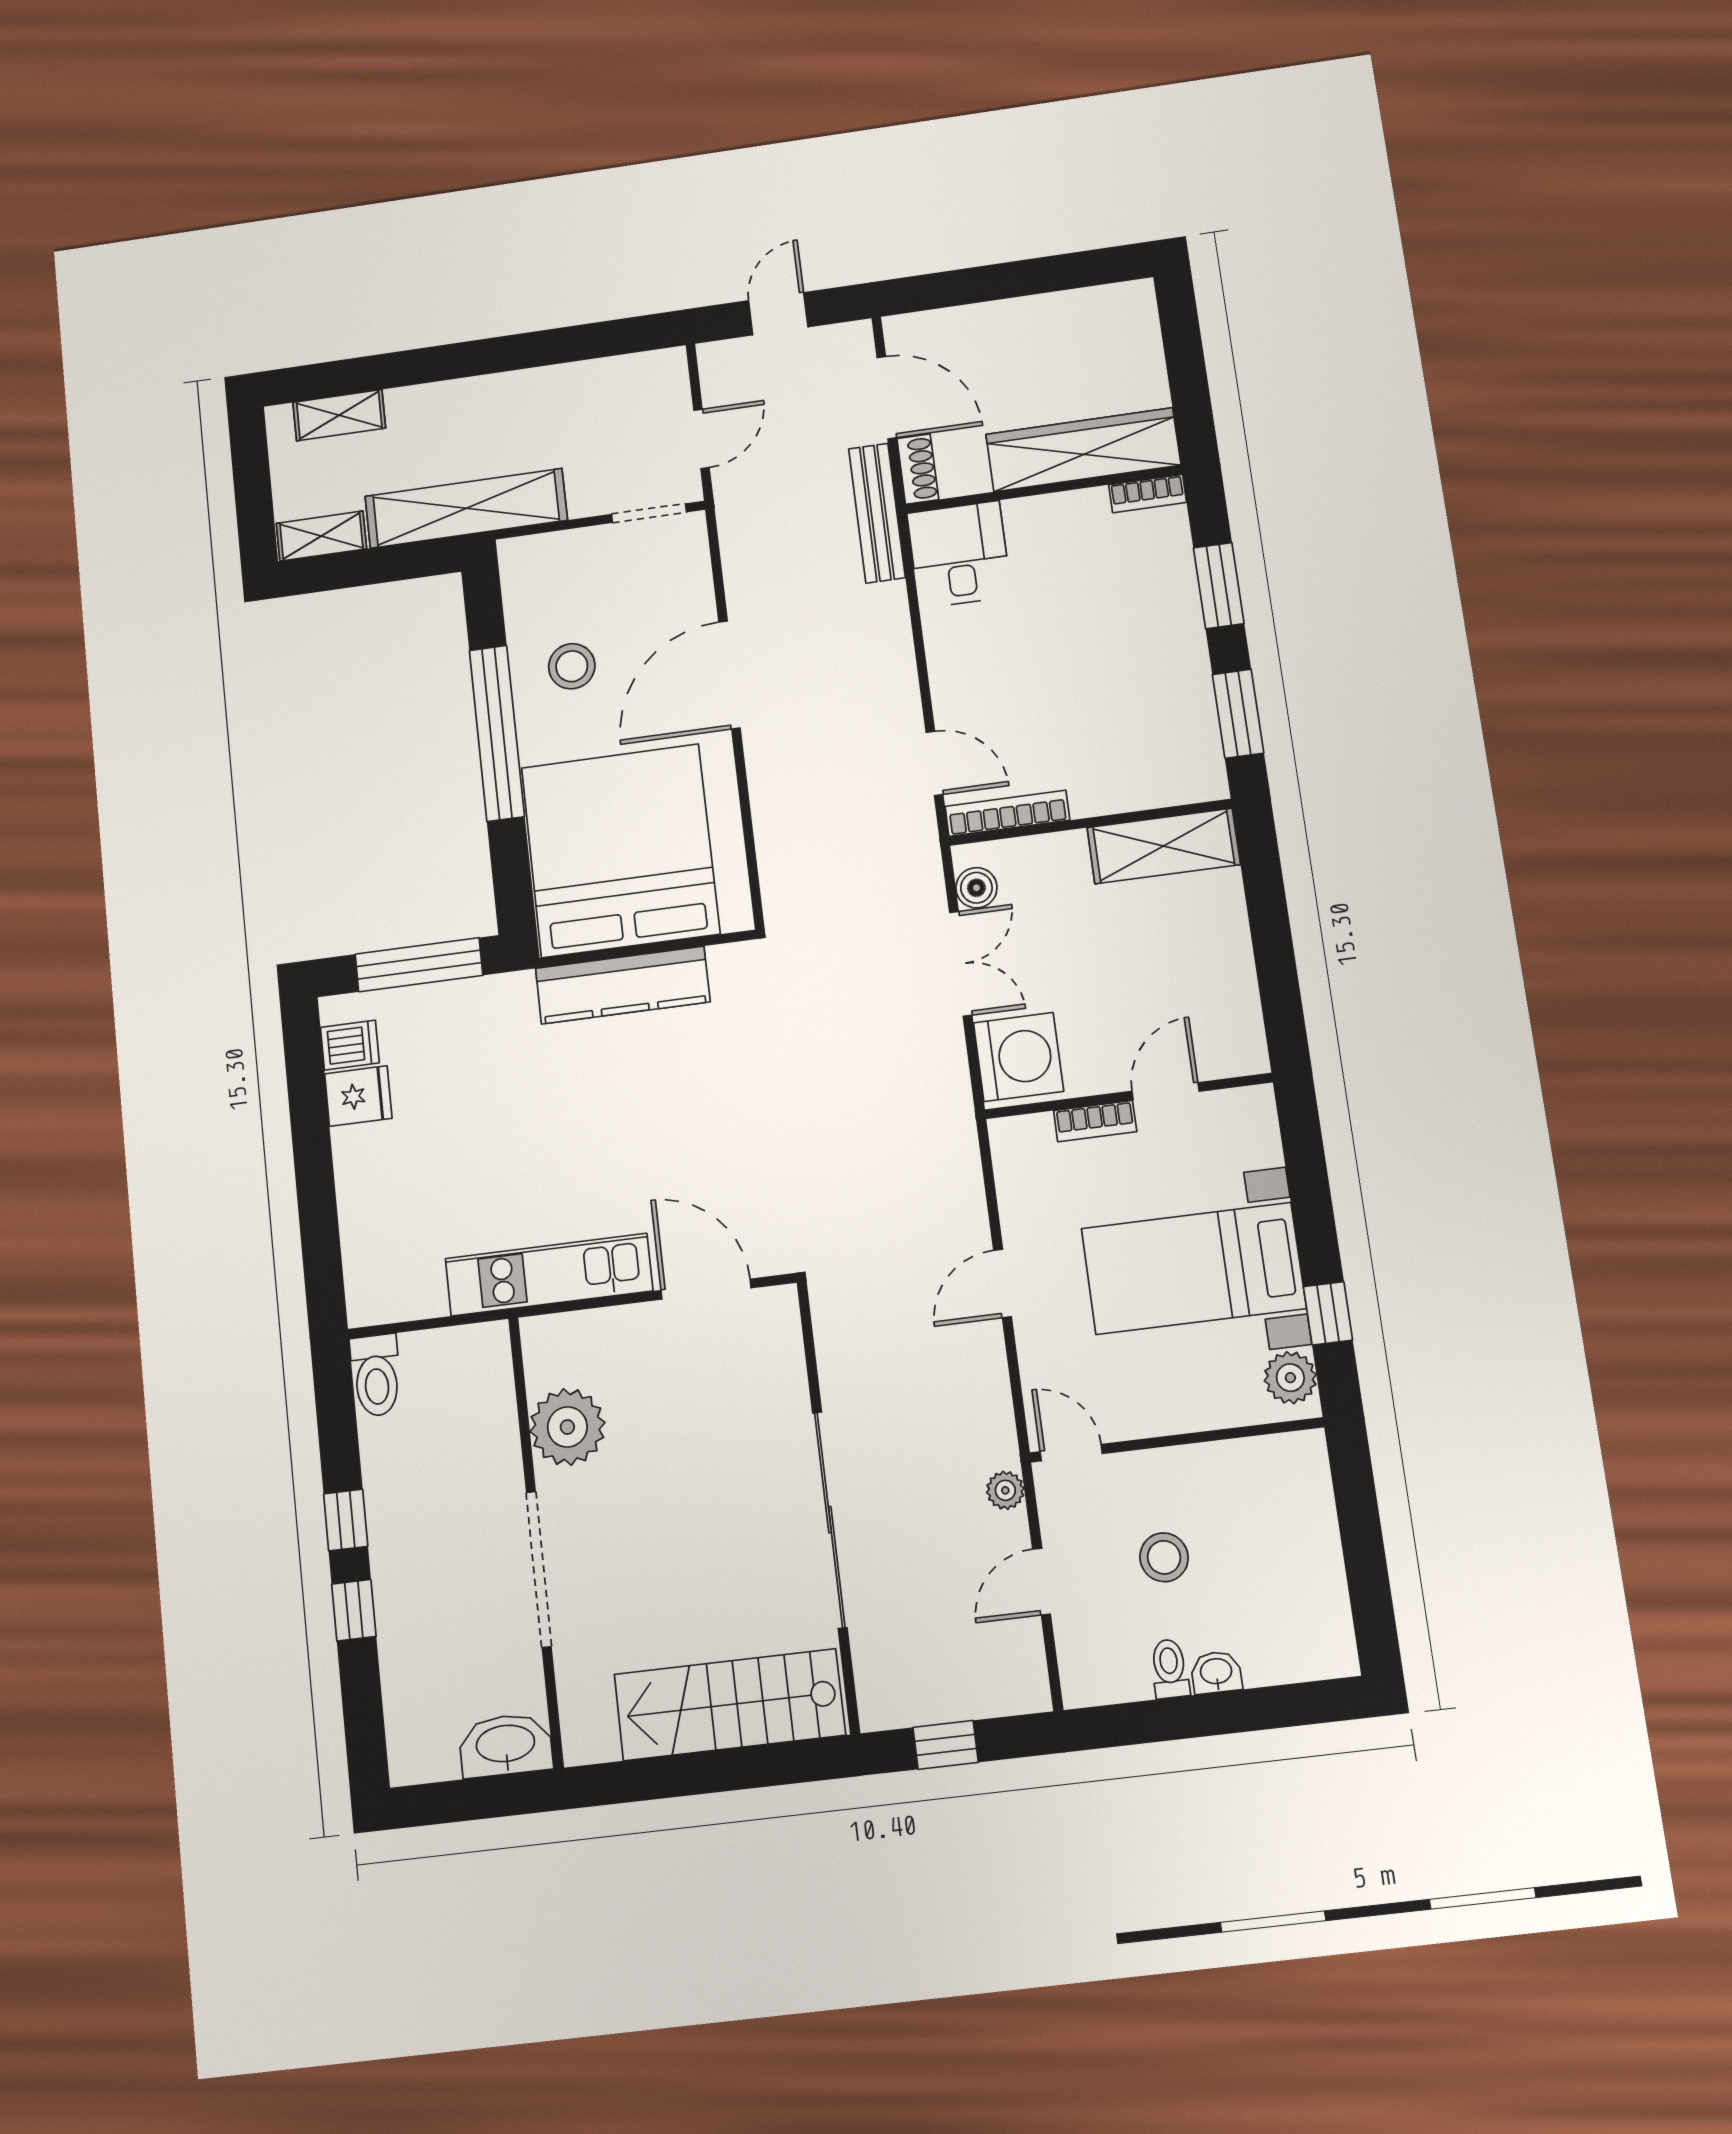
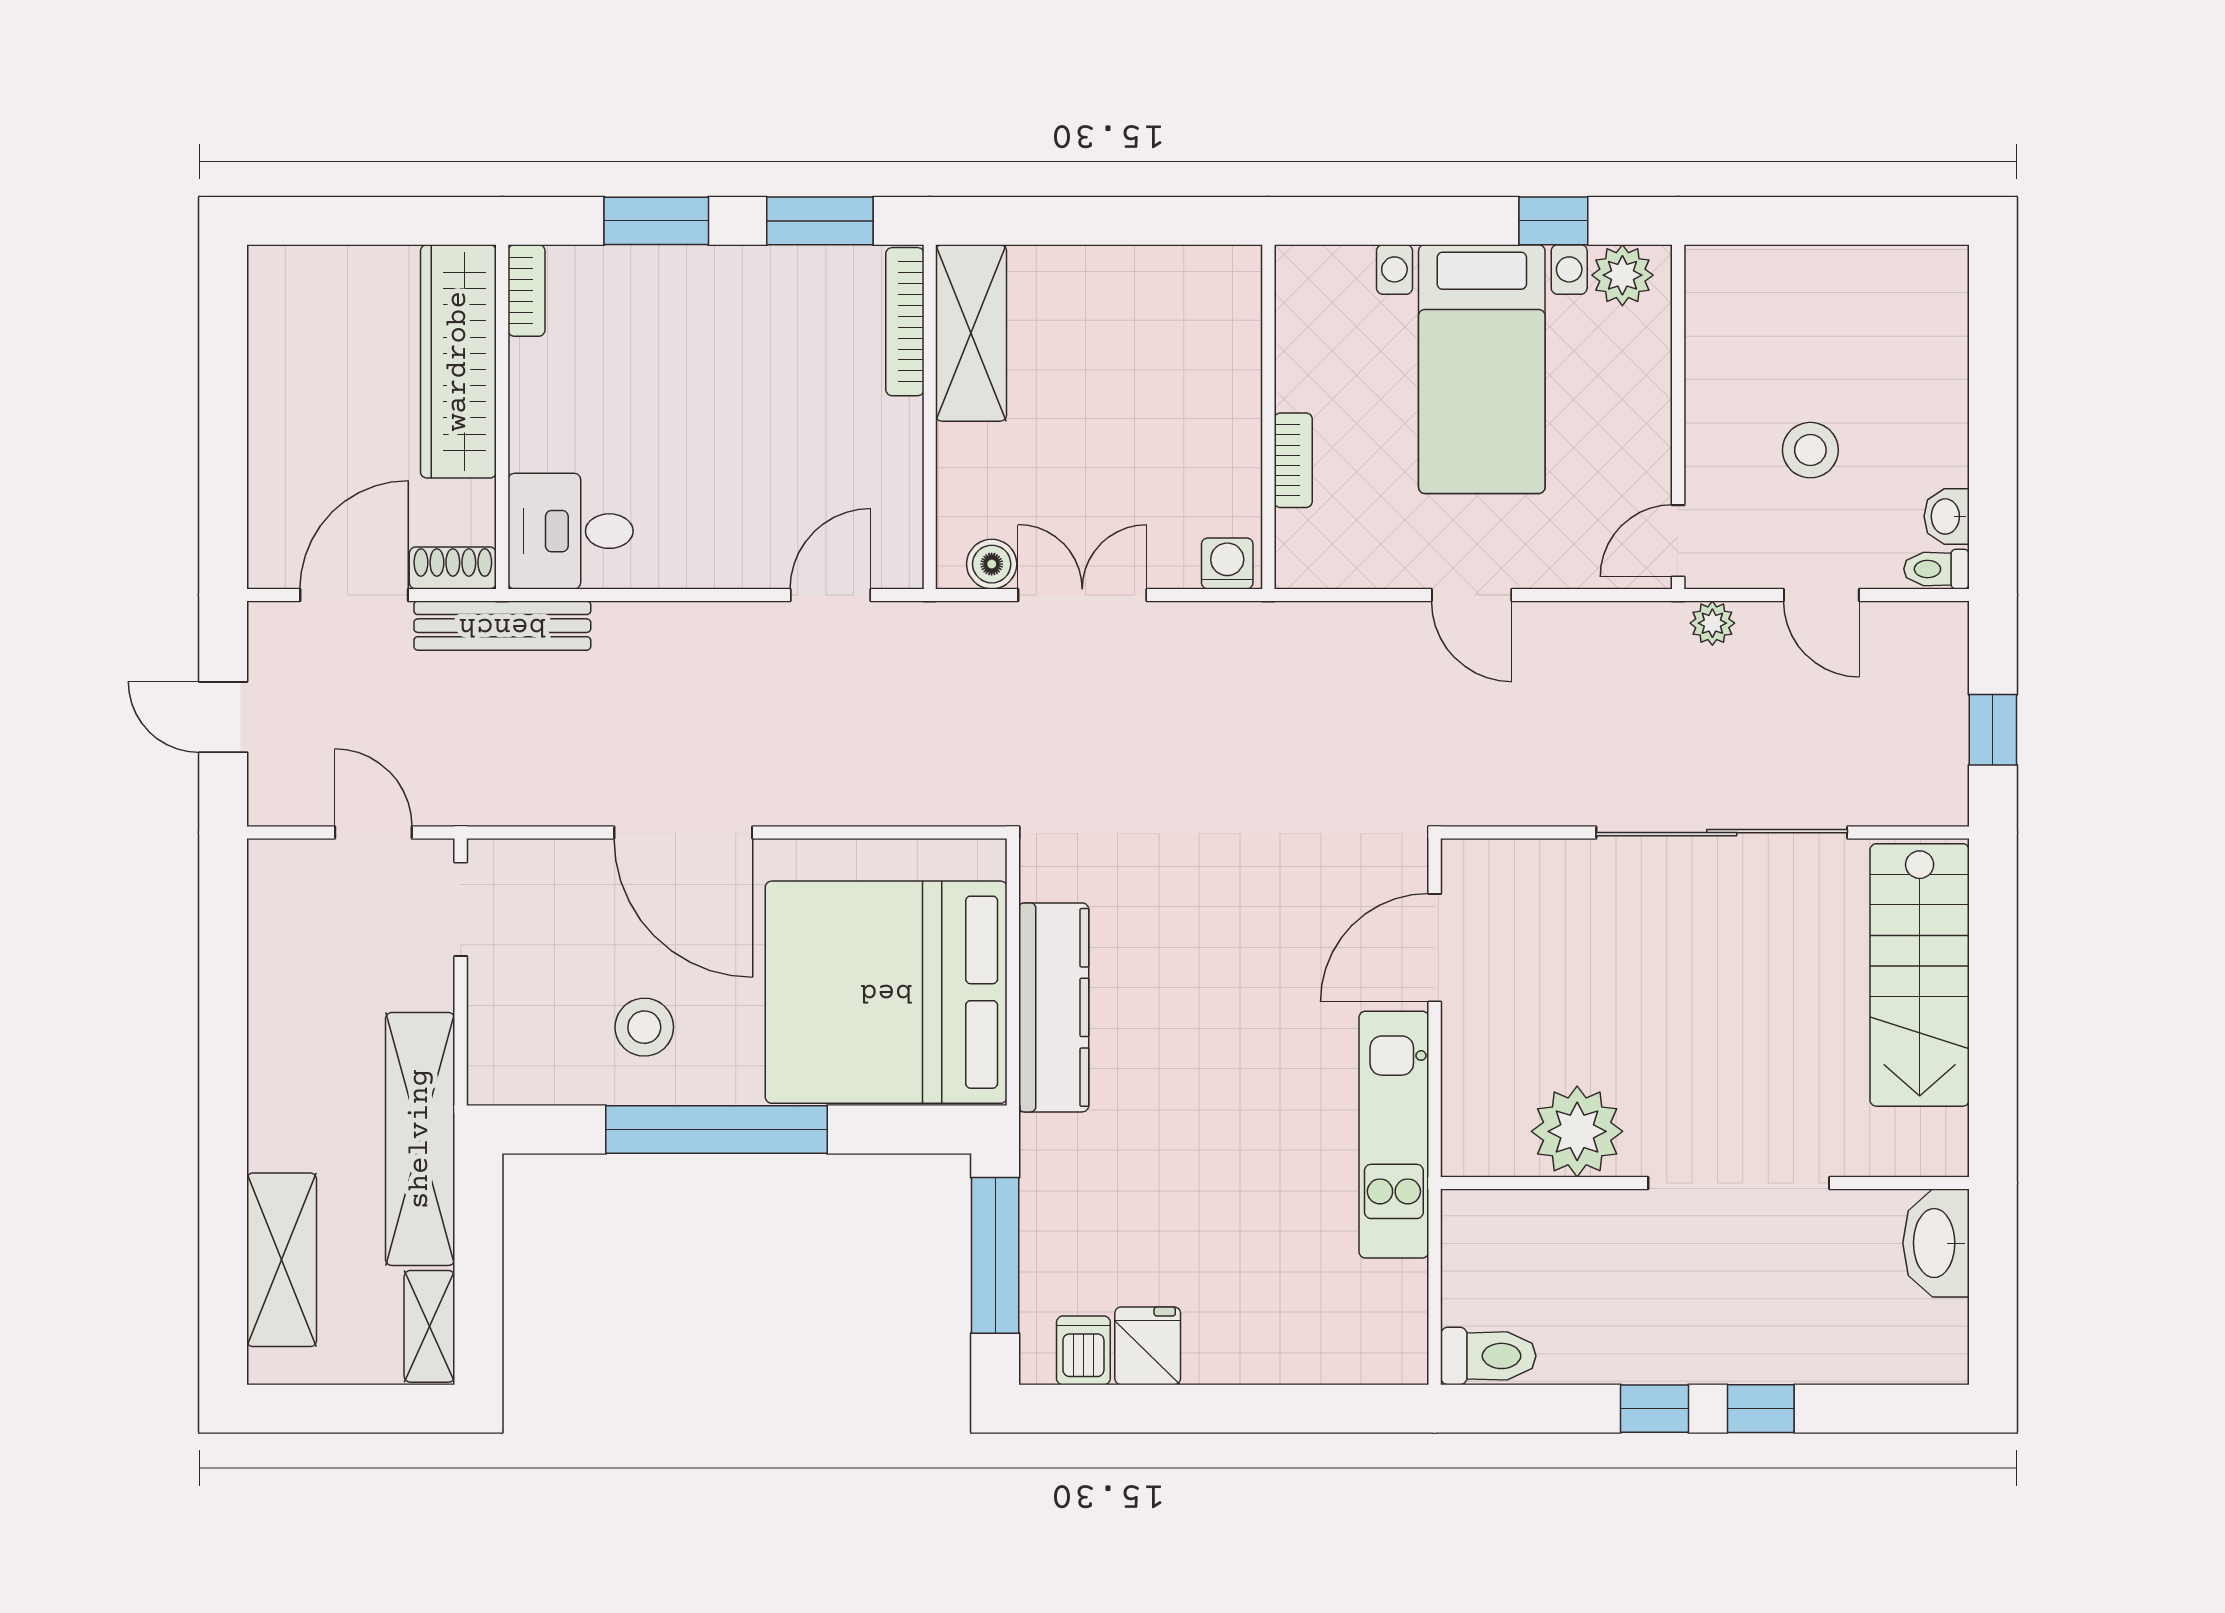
shelving: (339, 415) -> (282, 1260), width x1.50, depth x1.33
bookcase: (1007, 813) -> (905, 322), moved
washing machine: (1018, 1057) -> (1227, 563), width x0.53, depth x0.53
door: (1166, 1091) -> (1268, 372), removed
toilet: (1170, 1669) -> (1937, 569), moved
washbasin: (1216, 1672) -> (1947, 516), moved

